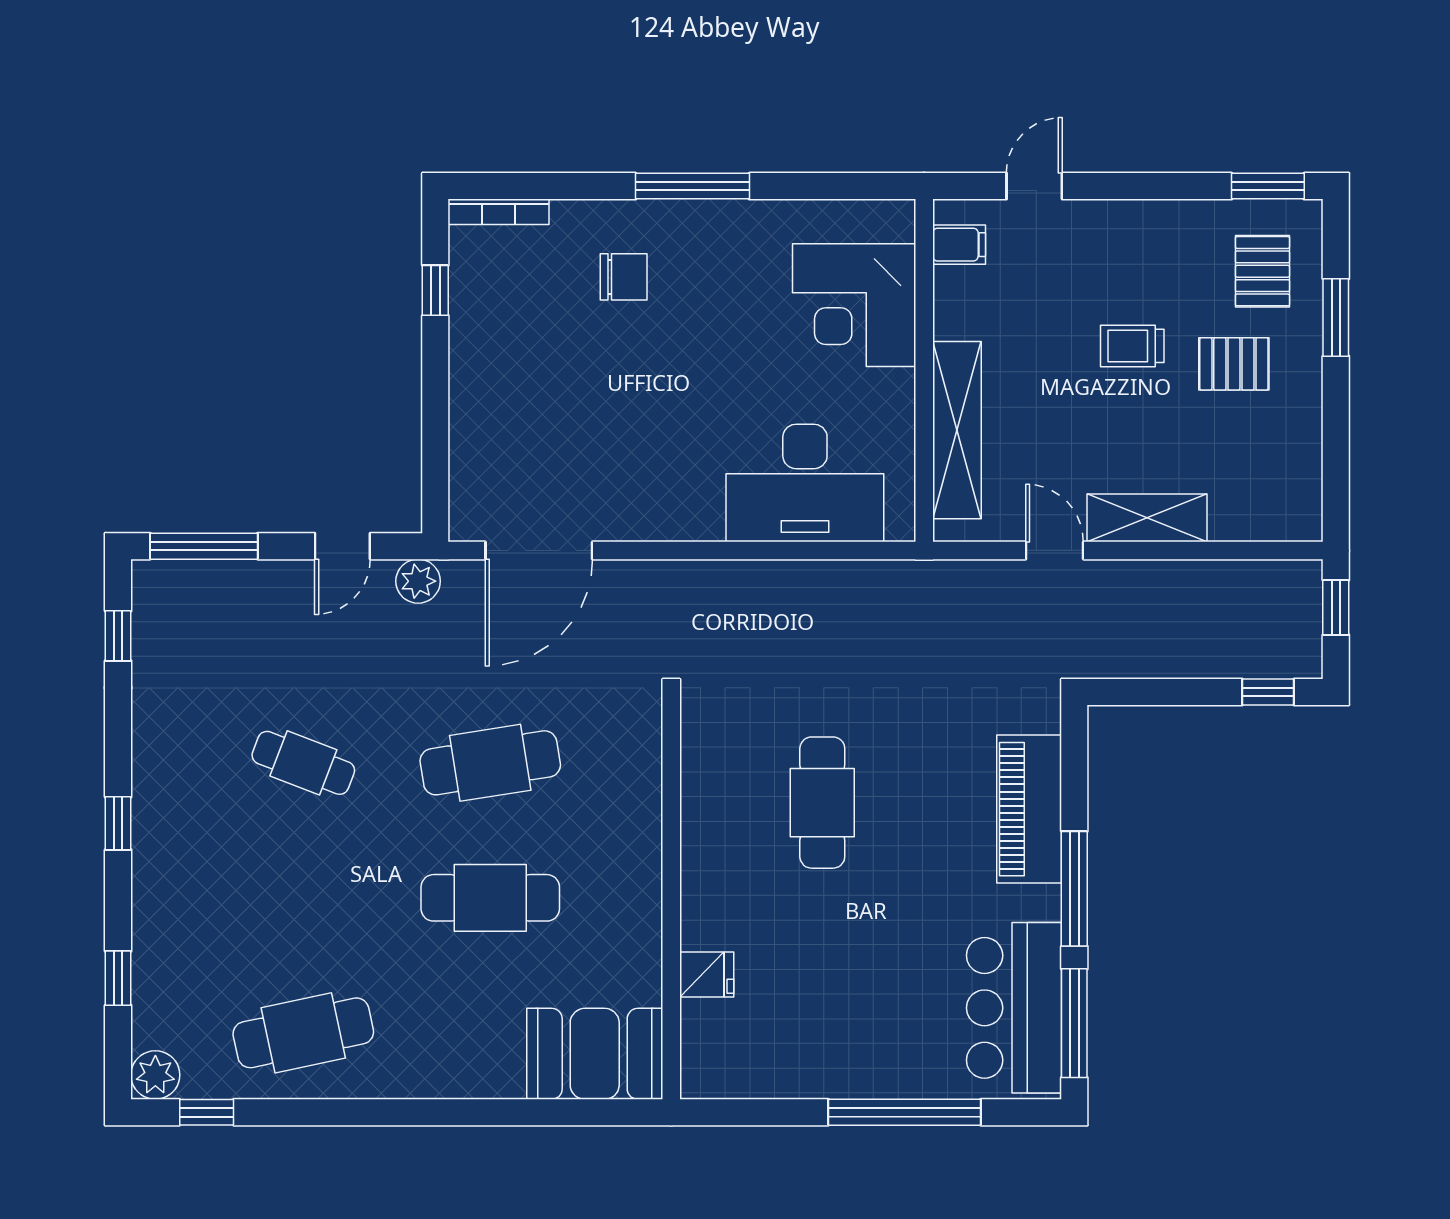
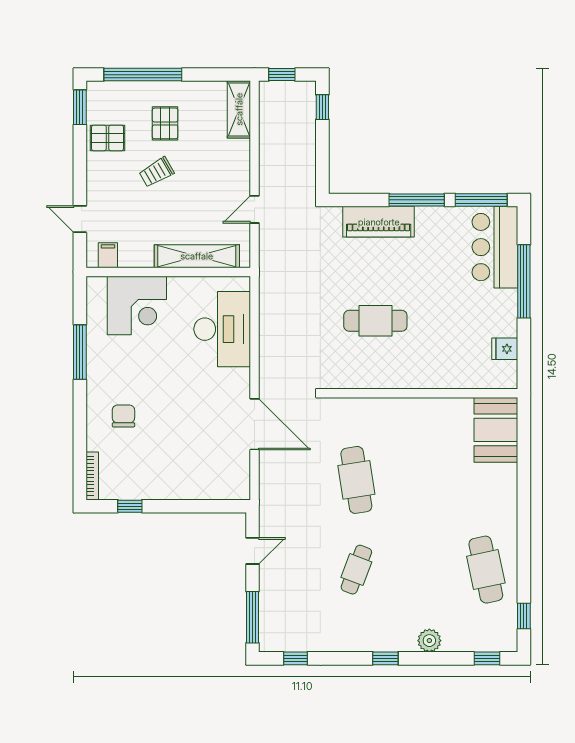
window: (692, 186) -> (80, 352), moved
pallet: (1262, 271) -> (108, 138), moved
window: (1336, 317) -> (143, 75), width x2.11
trolley: (1132, 346) -> (157, 172), turned 60
shelving: (1147, 518) -> (239, 109), moved
door: (342, 546) -> (253, 551), hinge flipped
door: (539, 550) -> (255, 424), moved
plant: (418, 581) -> (269, 515), removed
cafe table: (490, 898) -> (421, 480), removed
fridge: (707, 975) -> (505, 349), moved, turned -90
window: (118, 978) -> (487, 658), moved
bar counter: (1014, 1008) -> (495, 247), moved, turned 90
plant: (155, 1075) -> (429, 641), moved

